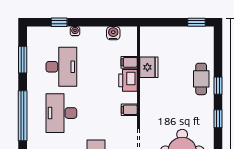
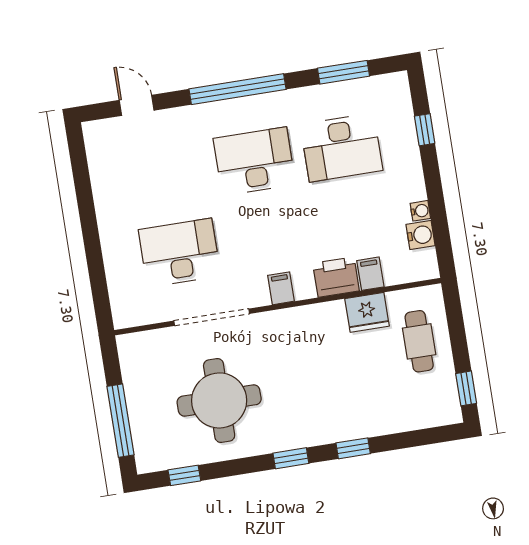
water cooler: (75, 31) -> (420, 211), moved
cafe table: (201, 79) -> (419, 341), moved, turned 90

